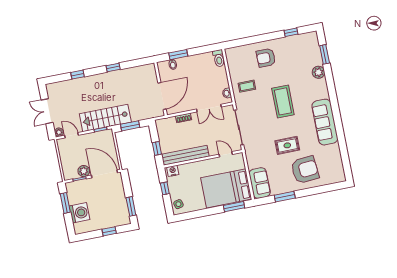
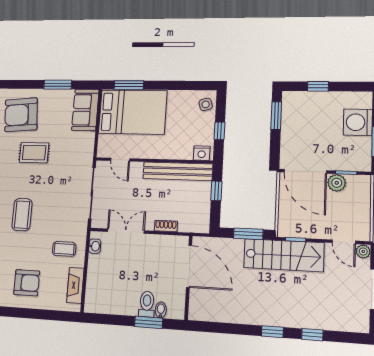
toilet: (219, 58) -> (147, 304), moved
fireplace: (233, 65) -> (75, 285), added
window: (113, 68) -> (272, 332), moved
door: (162, 96) -> (189, 266), swing flipped
coffee table: (283, 101) -> (22, 215), width x0.73, depth x0.76

